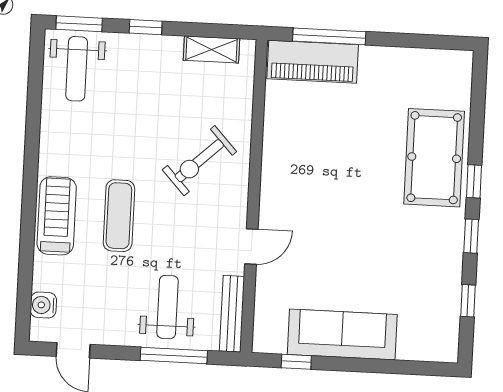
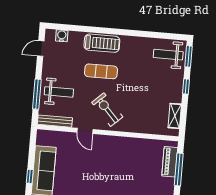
piano: (313, 62) -> (170, 162), width x0.73, depth x0.75
exercise bike: (199, 161) -> (107, 110), moved
window: (296, 362) -> (30, 176), moved

